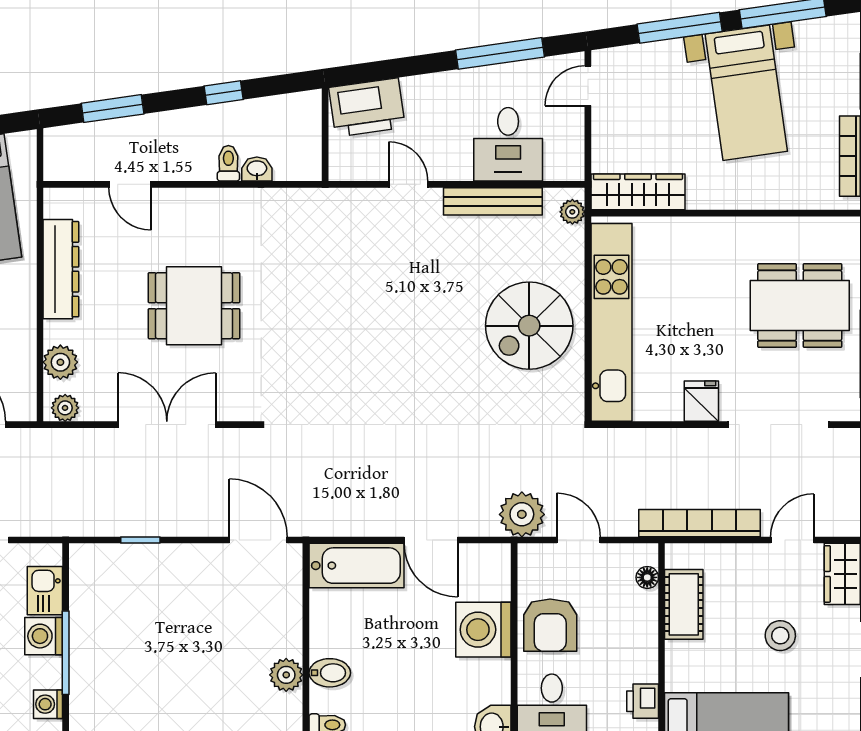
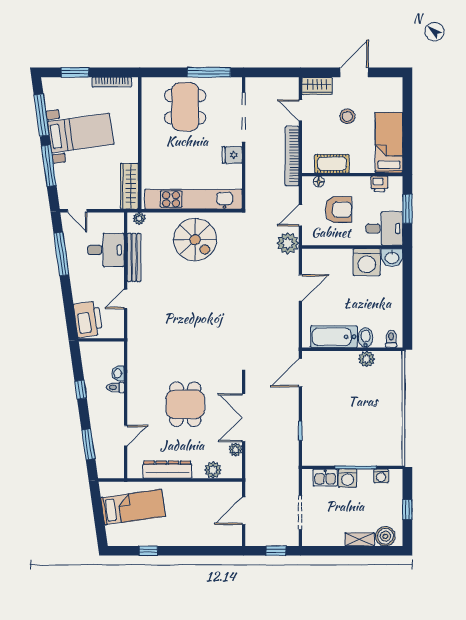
plant: (65, 408) -> (235, 449), moved
bathtub: (356, 566) -> (334, 337), moved, turned -90
armchair: (550, 625) -> (338, 210), moved
washing machine: (483, 630) -> (367, 262), moved

